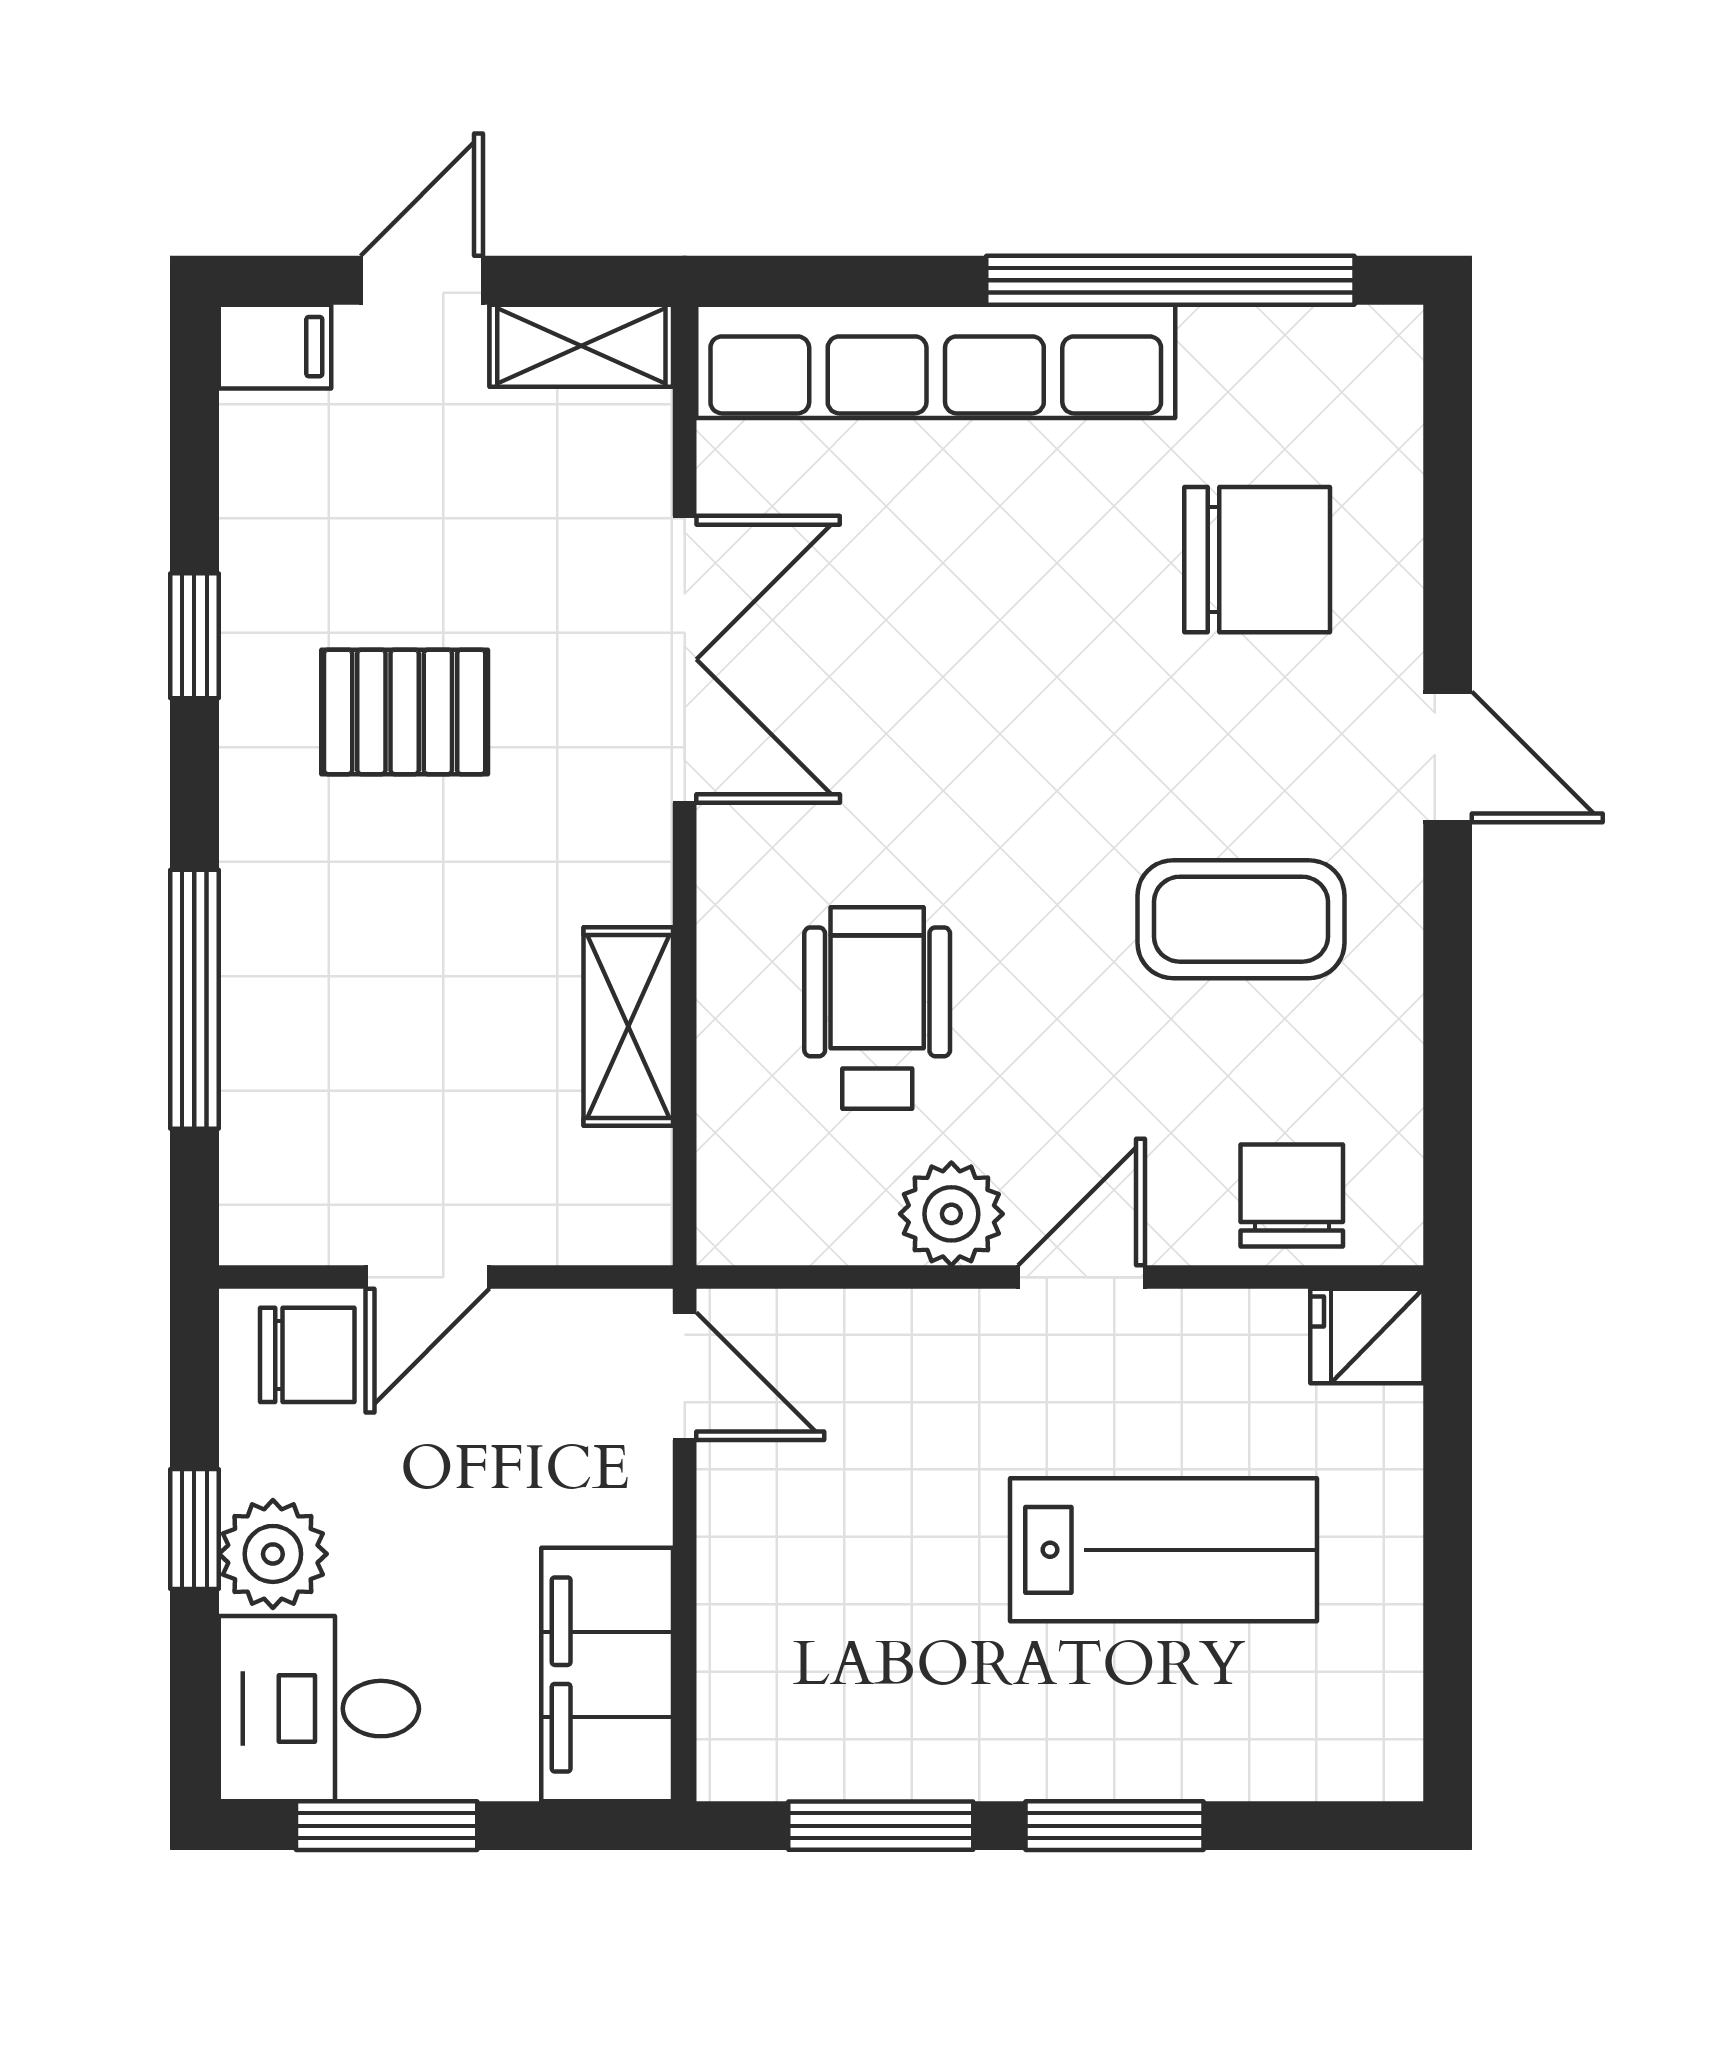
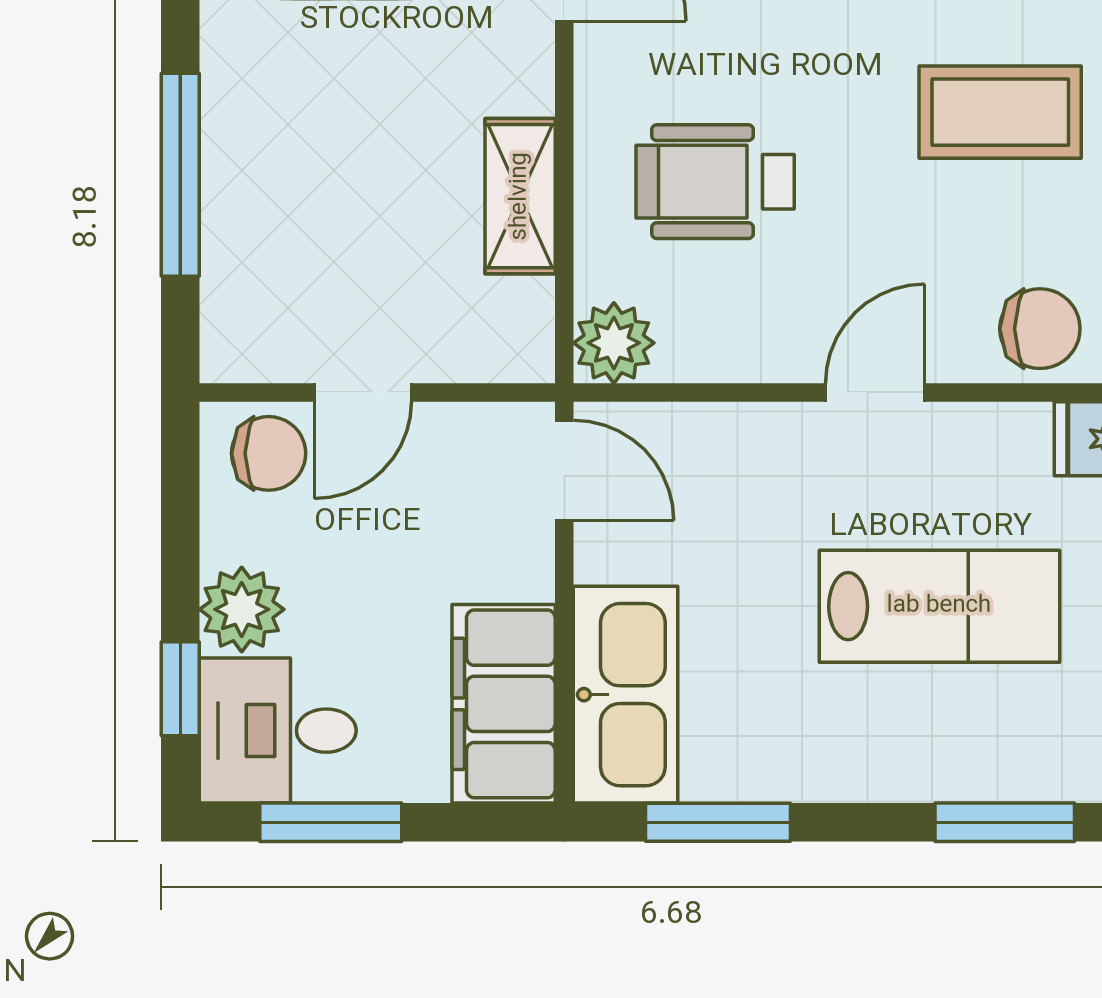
wheelchair: (877, 1008) -> (715, 182), turned -90
chair: (1292, 1196) -> (1040, 329), turned 90
plant: (951, 1214) -> (614, 343), moved
window: (194, 1529) -> (180, 689), moved
kitchen sink: (763, 1663) -> (626, 695), added
window: (1114, 1826) -> (1005, 822), moved

